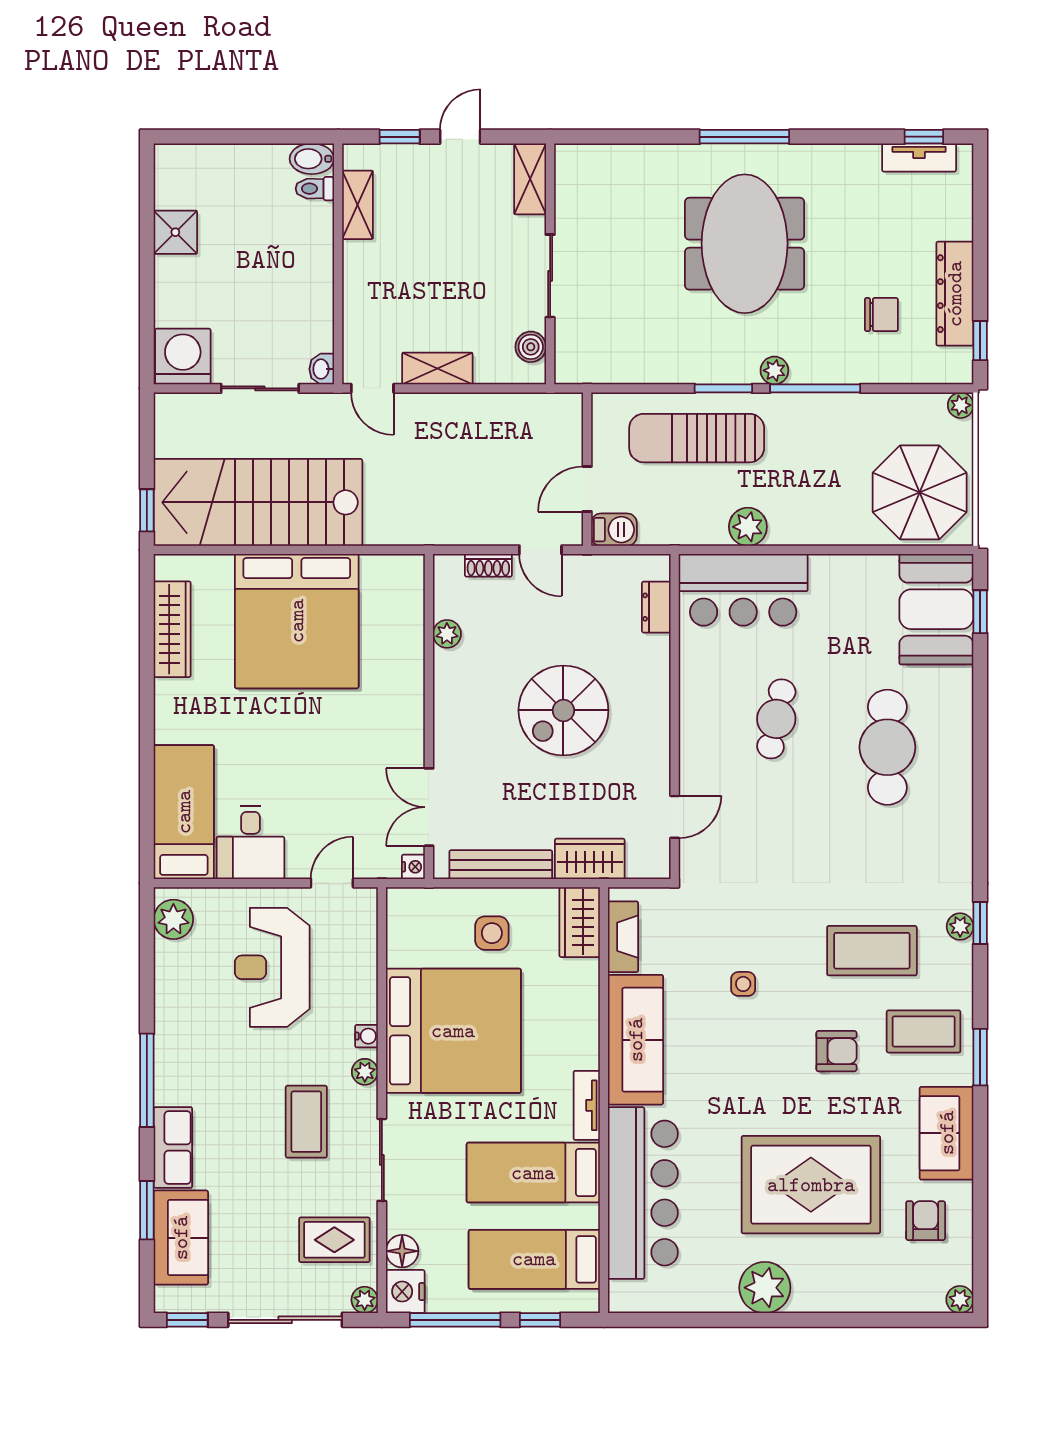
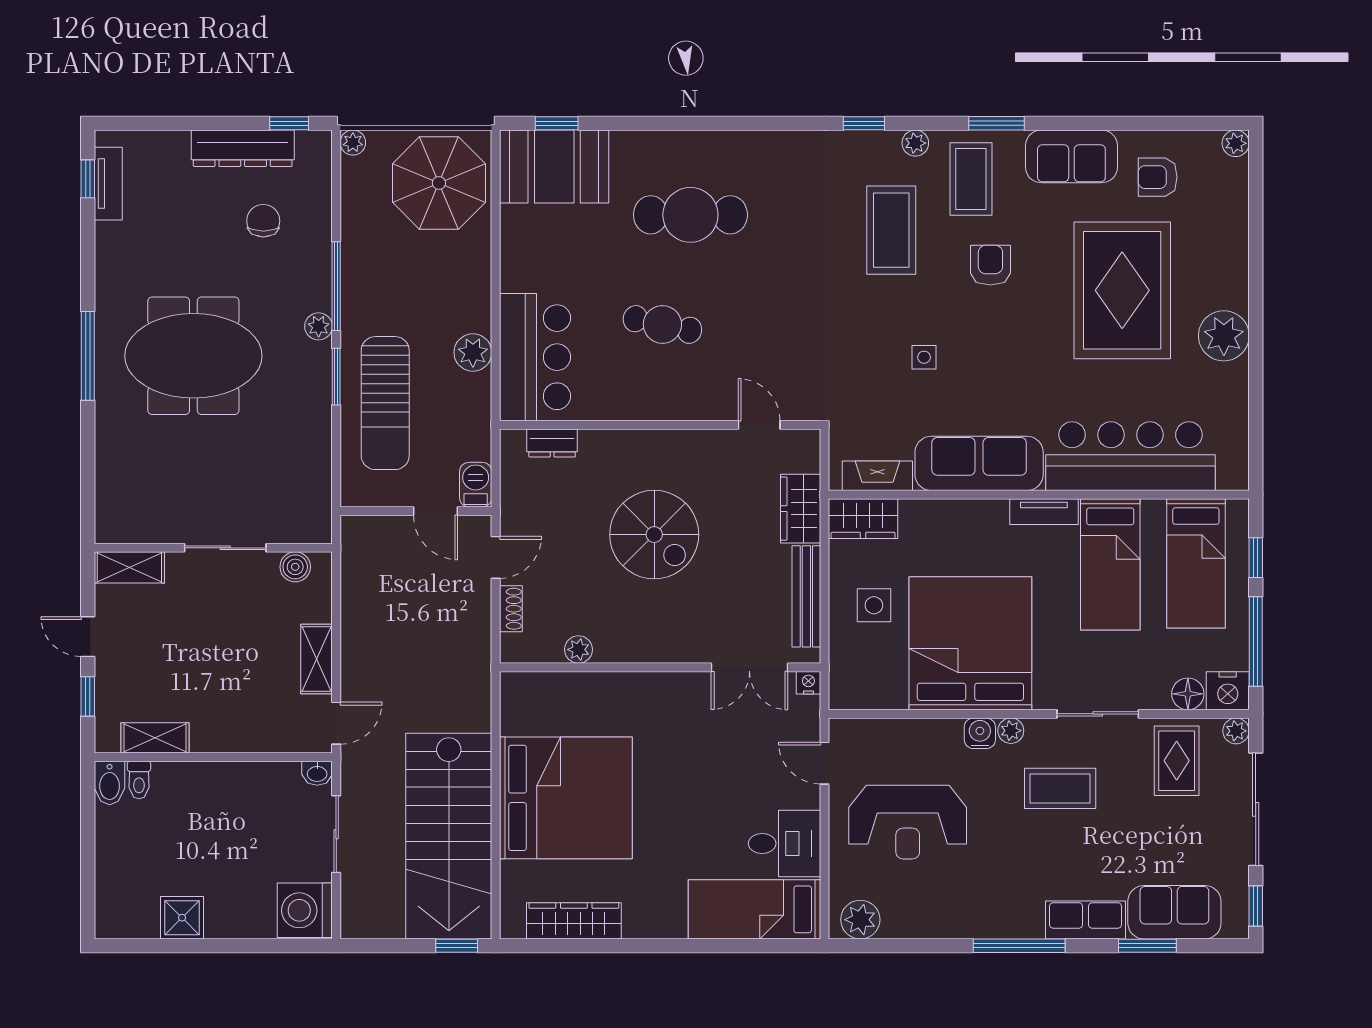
plant: (960, 927) -> (915, 143), moved
water cooler: (366, 1036) -> (980, 733), width x1.38, depth x1.38

